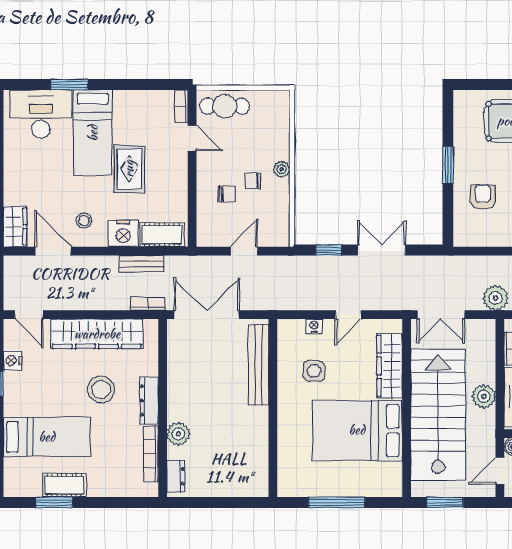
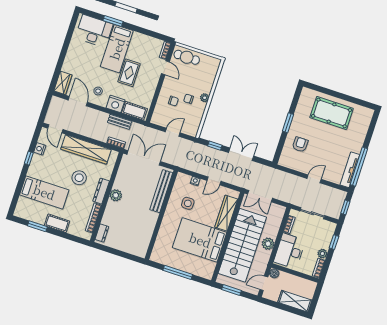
plant: (495, 298) -> (290, 197), removed
plant: (178, 434) -> (116, 195), moved
cot: (64, 485) -> (57, 223), moved

